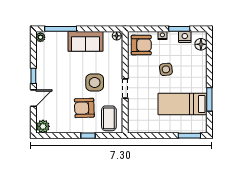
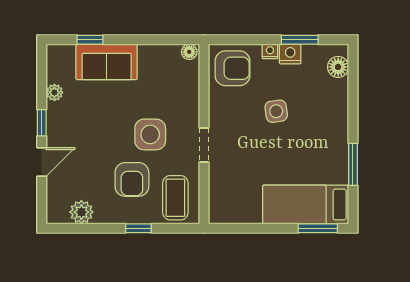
window: (61, 29) -> (90, 40), width x0.46
plant: (40, 37) -> (54, 92), moved
nightstand: (185, 37) -> (290, 54), moved
sofa: (85, 41) -> (107, 62), moved
bed: (183, 104) -> (306, 205), moved
armchair: (84, 108) -> (132, 179), turned -88
plant: (43, 126) -> (81, 212), moved

